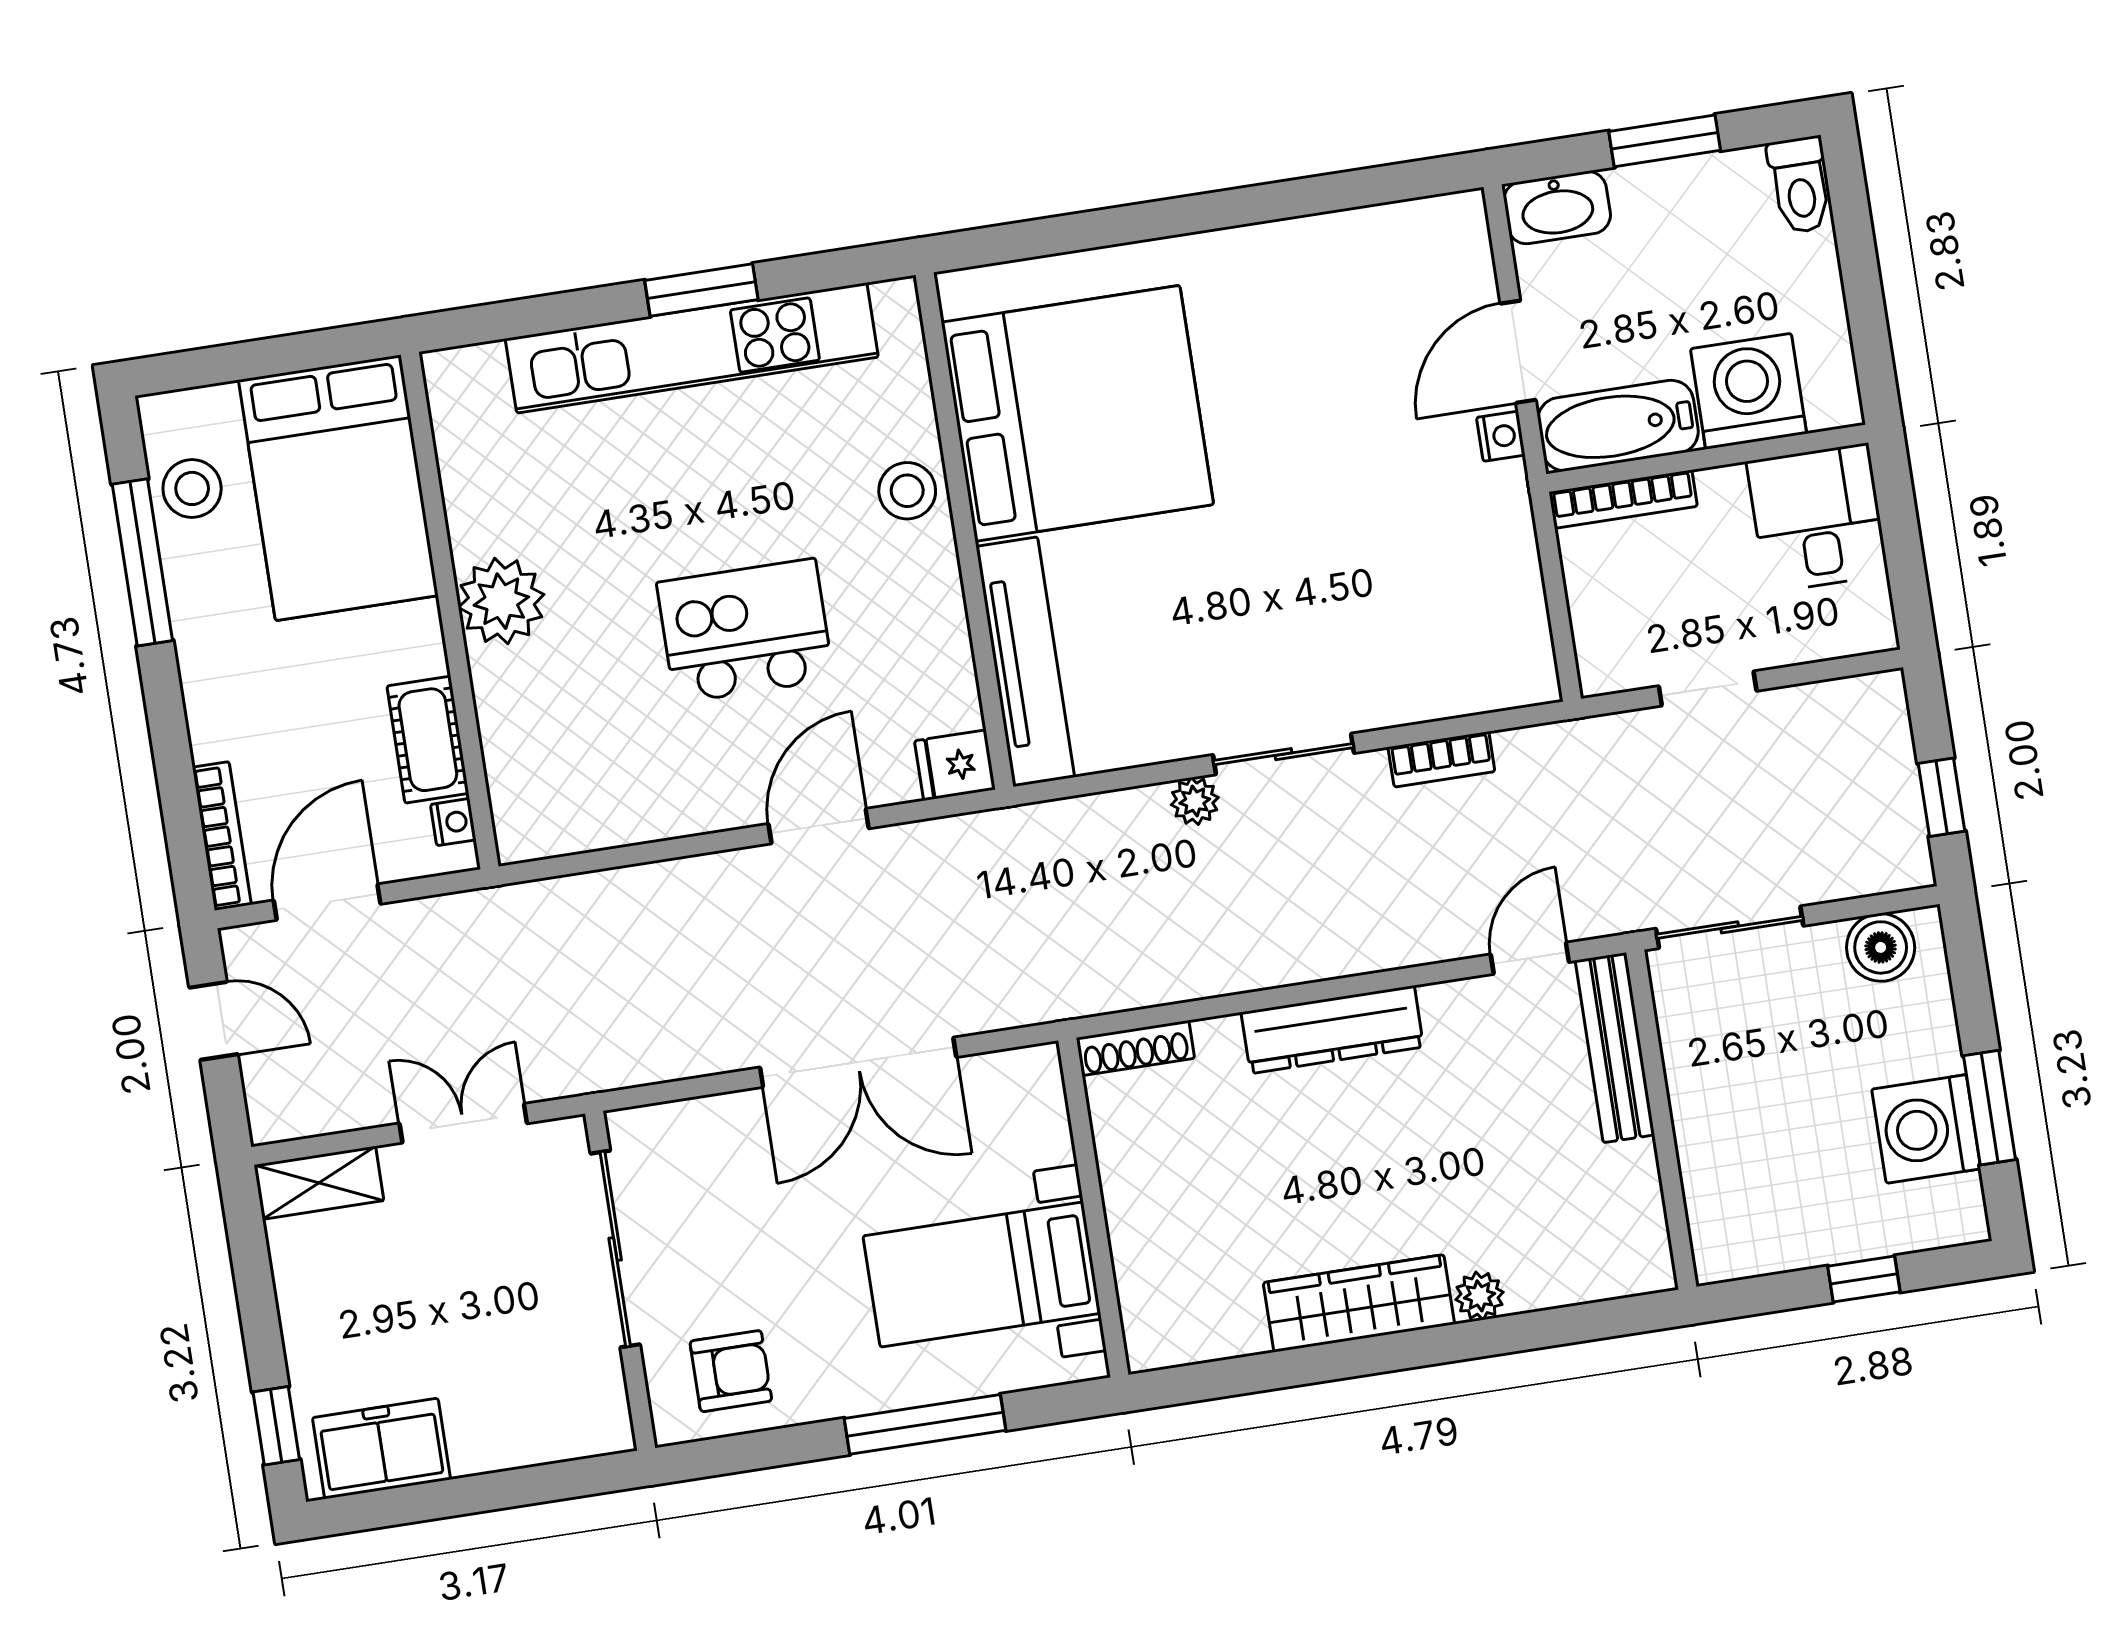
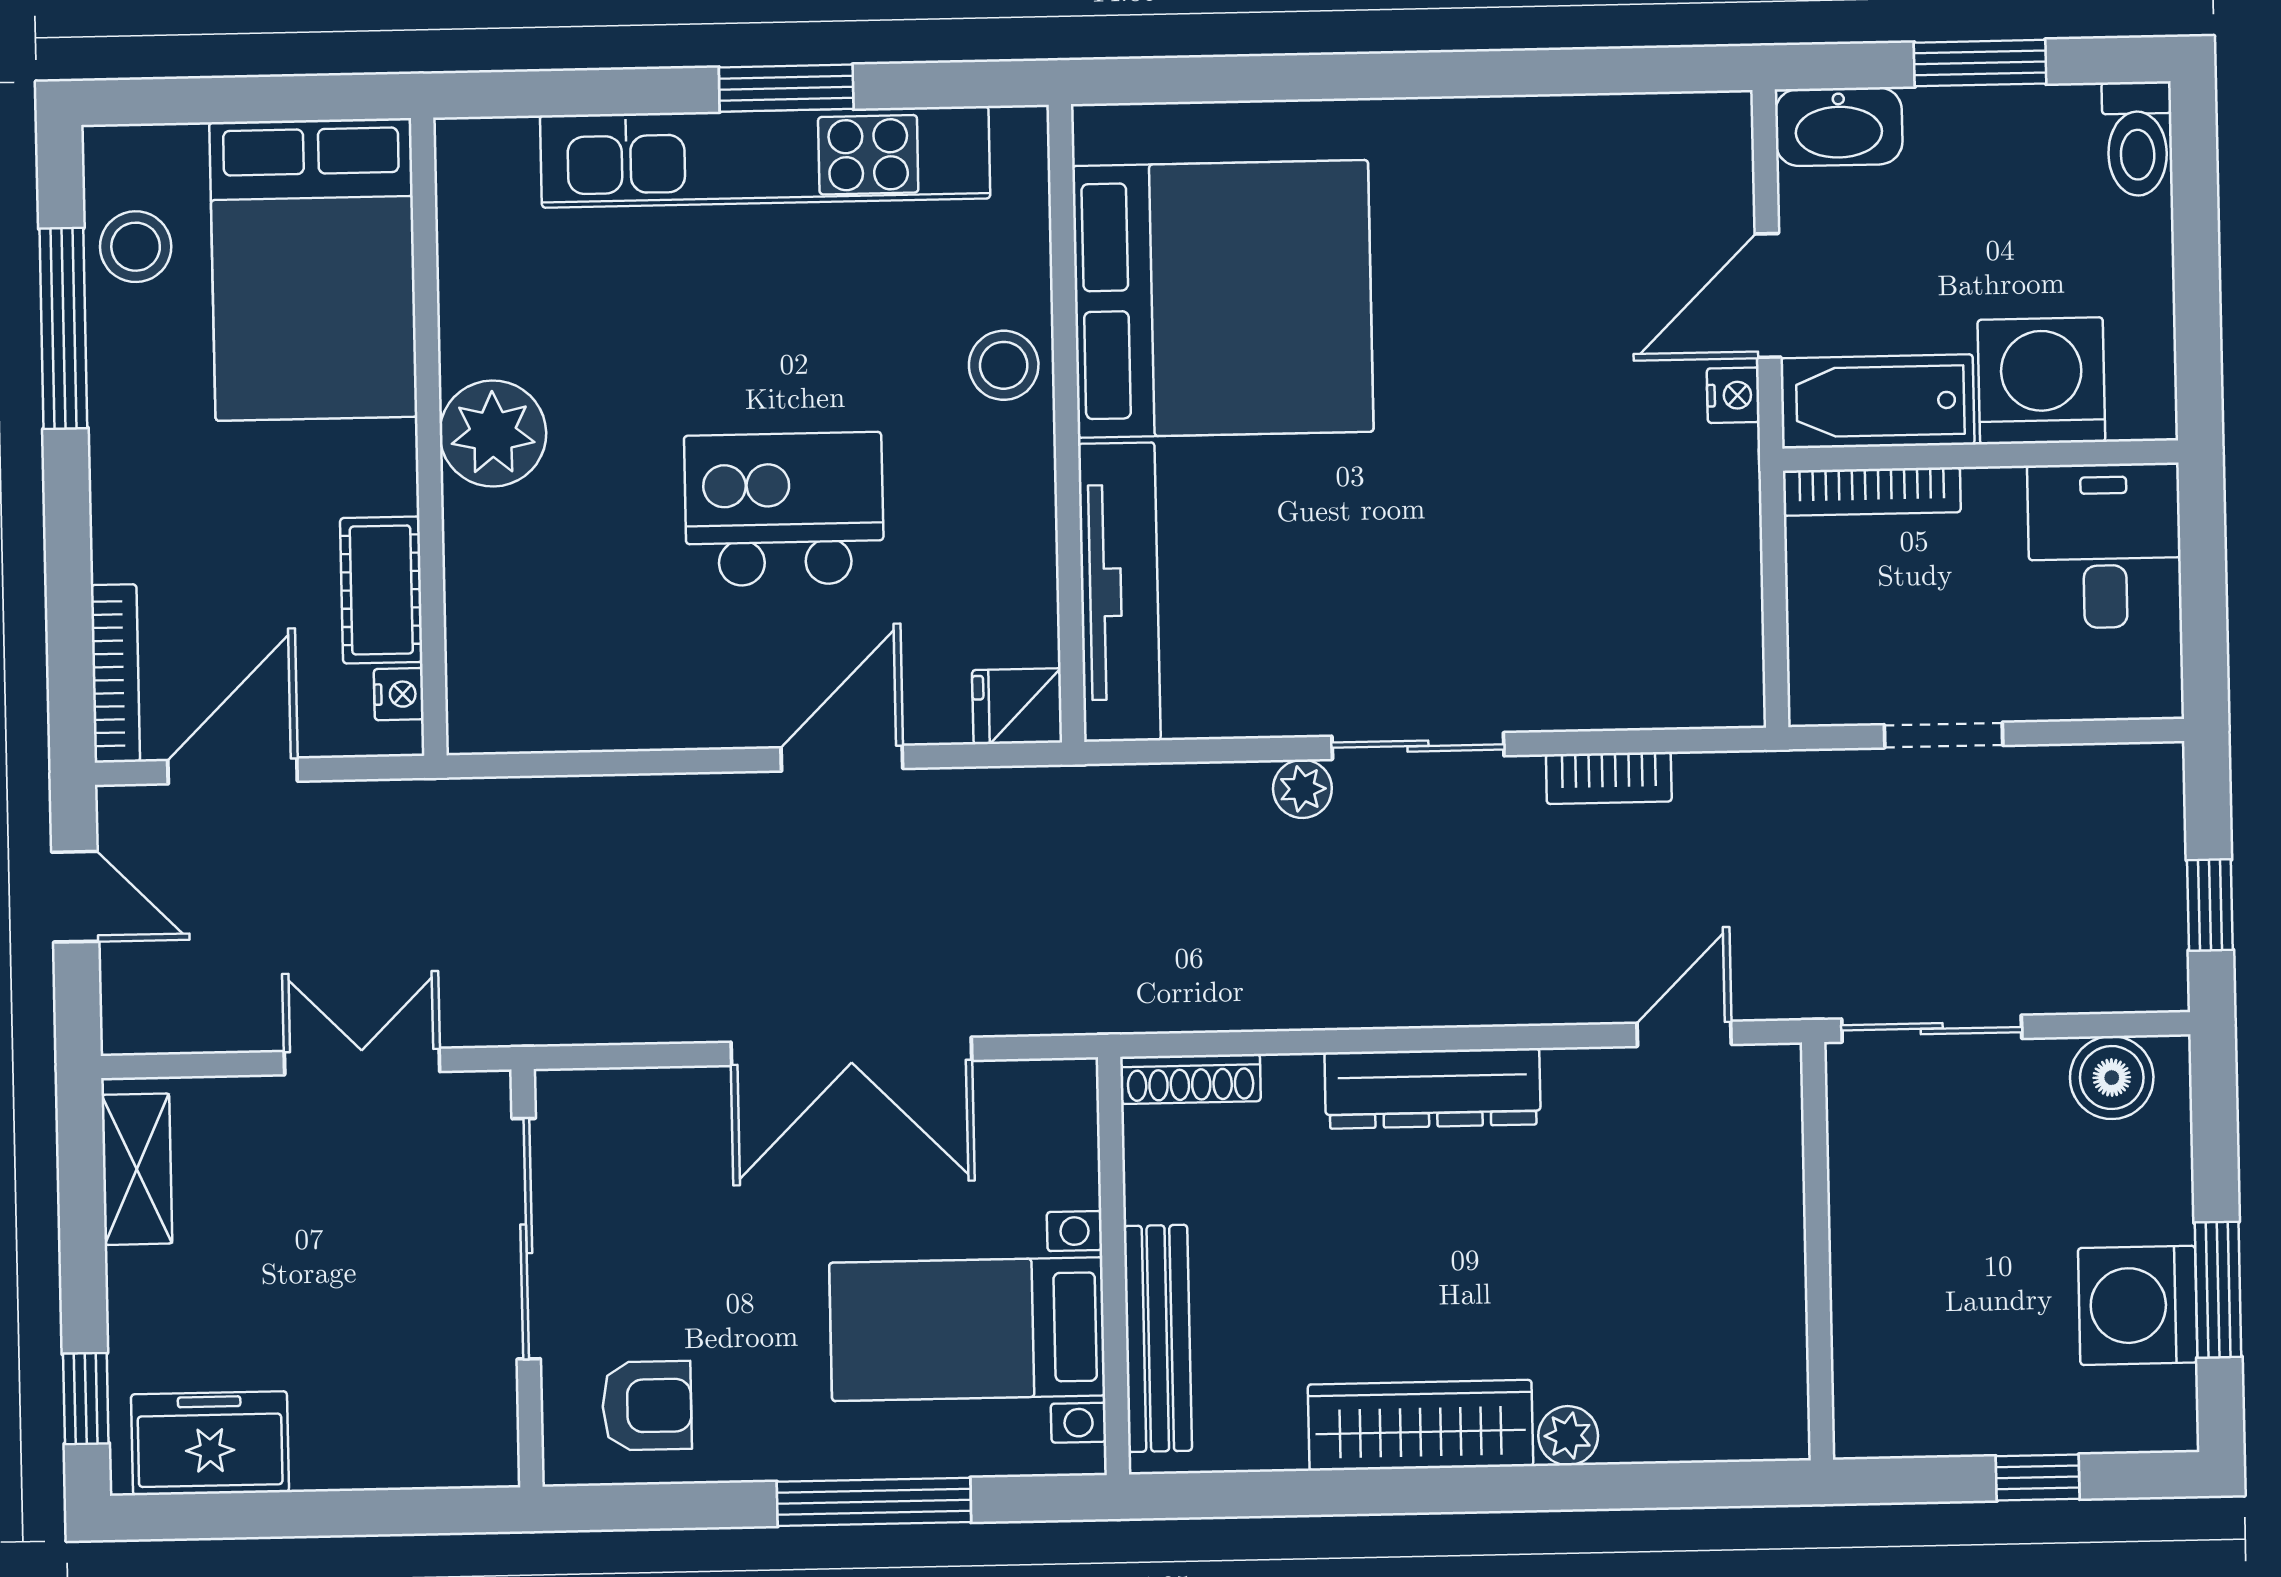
bench: (1615, 1048) -> (1158, 1338), moved
shelving: (319, 1183) -> (137, 1169), moved, turned 90

